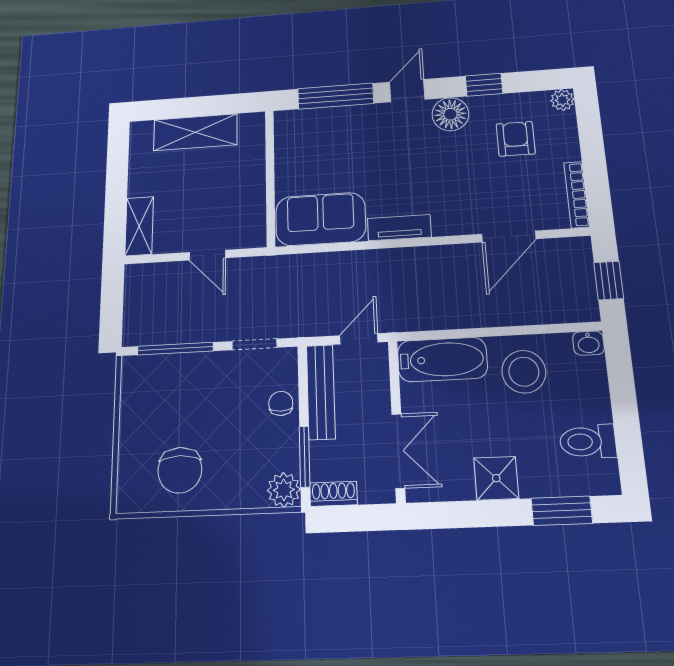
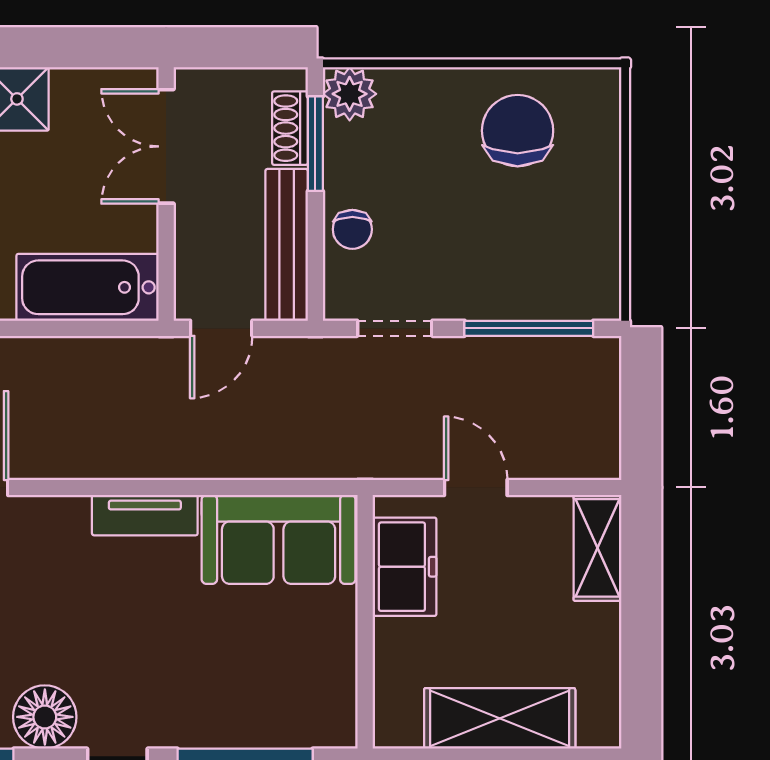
freezer: (248, 209) -> (405, 567), added
shoe rack: (333, 494) -> (290, 128), moved, turned 90

